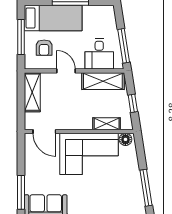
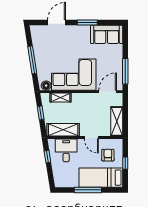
window: (21, 37) -> (125, 163), width x0.46
window: (124, 46) -> (47, 157), width x0.46
door: (44, 131) -> (108, 92), hinge flipped
window: (146, 188) -> (32, 60), moved
window: (21, 192) -> (125, 71), moved

